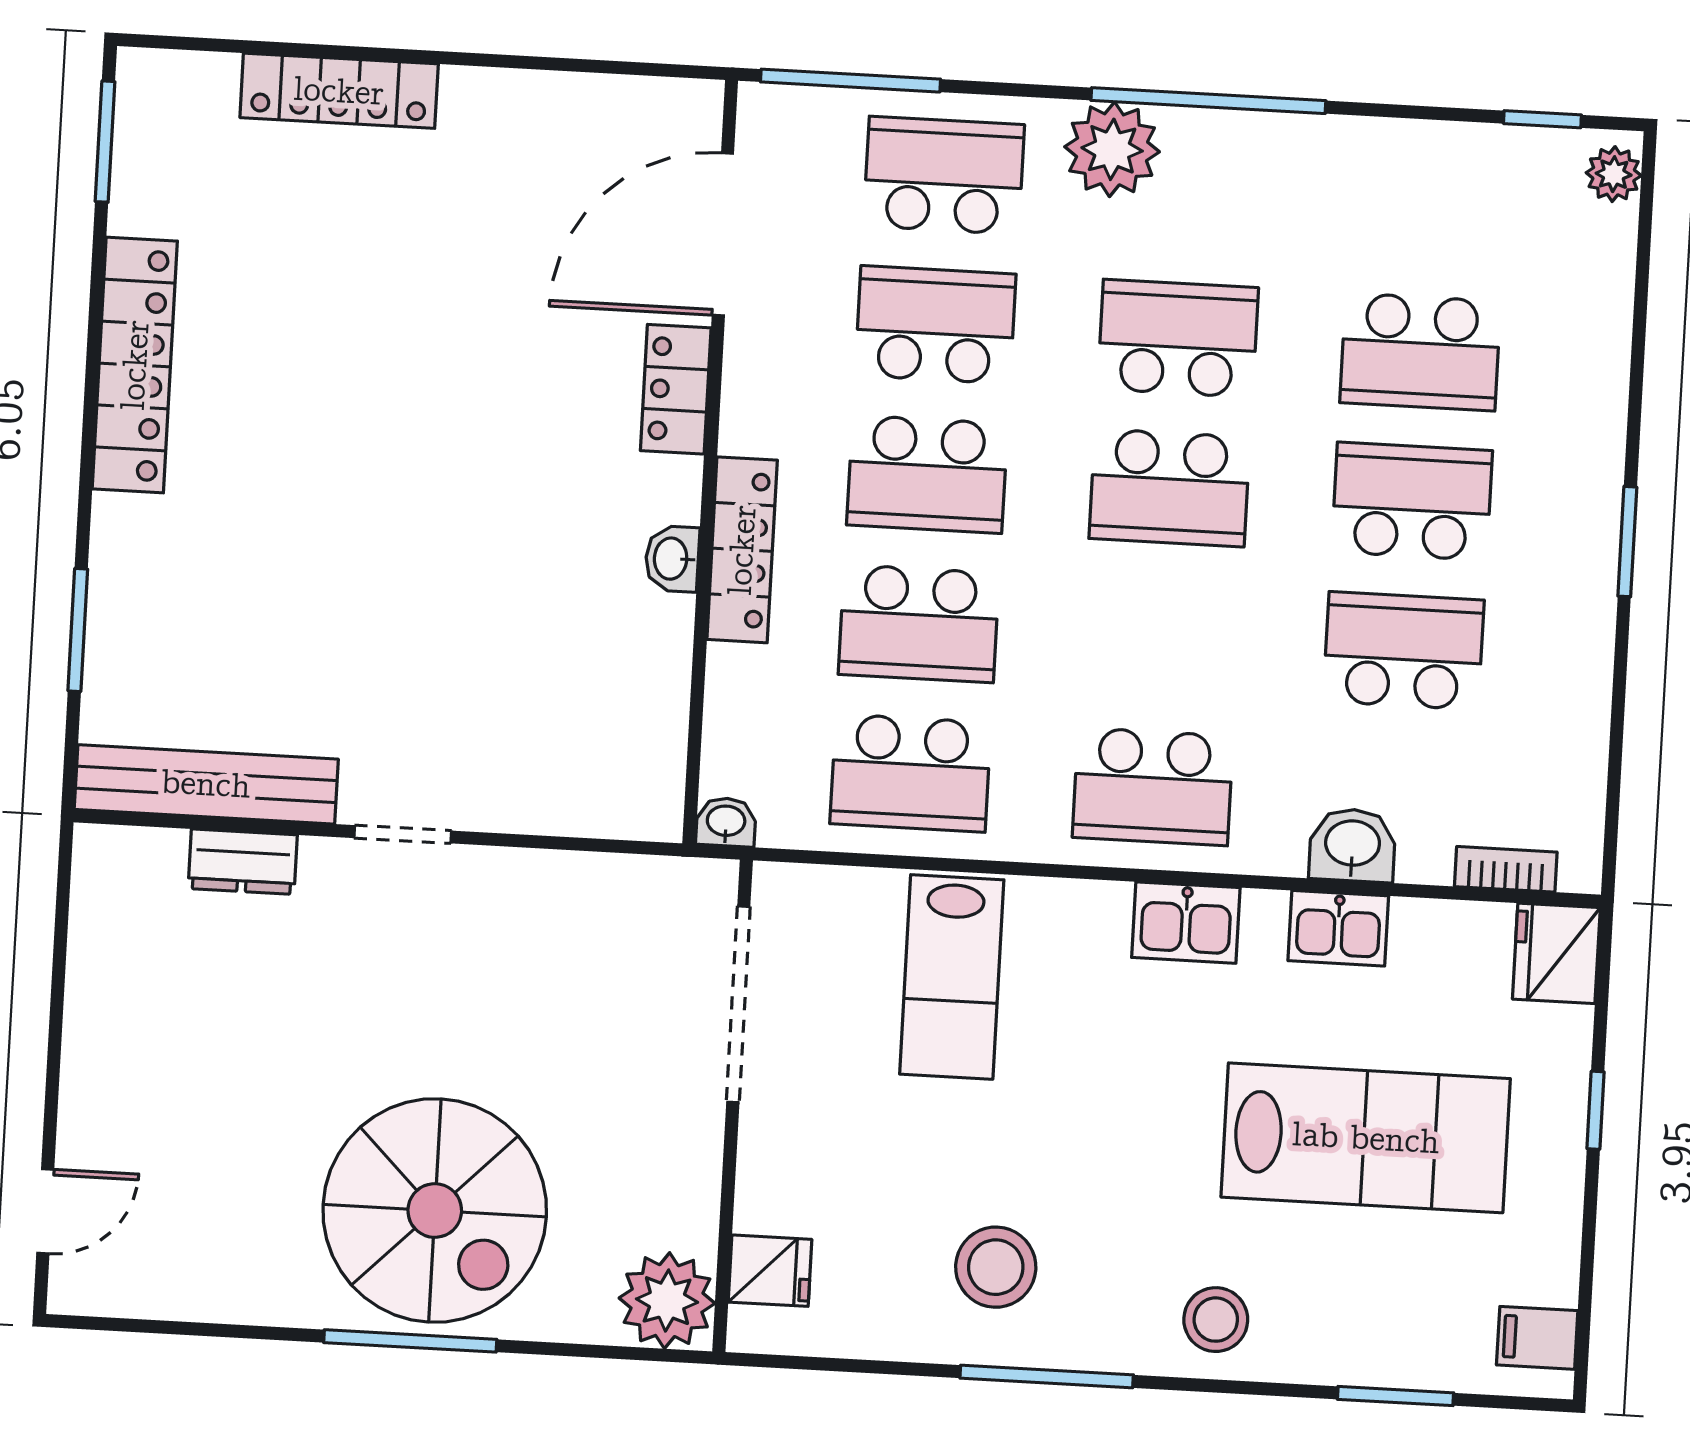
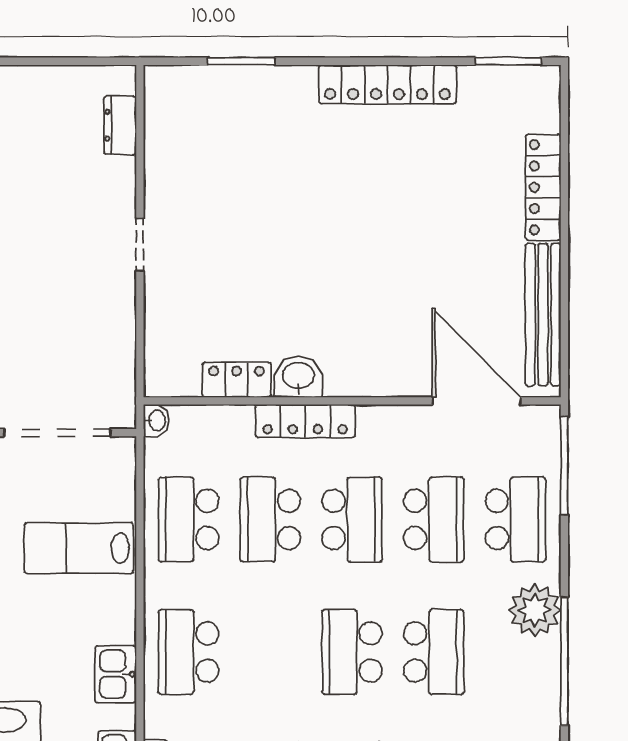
locker: (676, 389) -> (237, 380), moved
school desk: (927, 474) -> (352, 519), turned 180
washbasin: (672, 559) -> (298, 377), width x1.38, depth x1.45
bench: (206, 784) -> (543, 315), moved
dresser: (243, 862) -> (120, 125), moved

